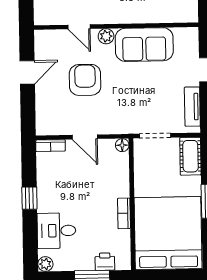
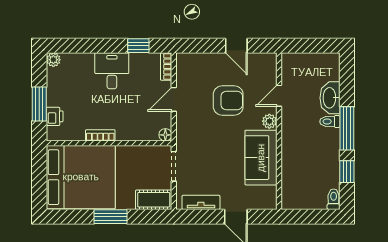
window: (29, 198) -> (138, 46), moved
desk: (56, 231) -> (112, 71), moved

